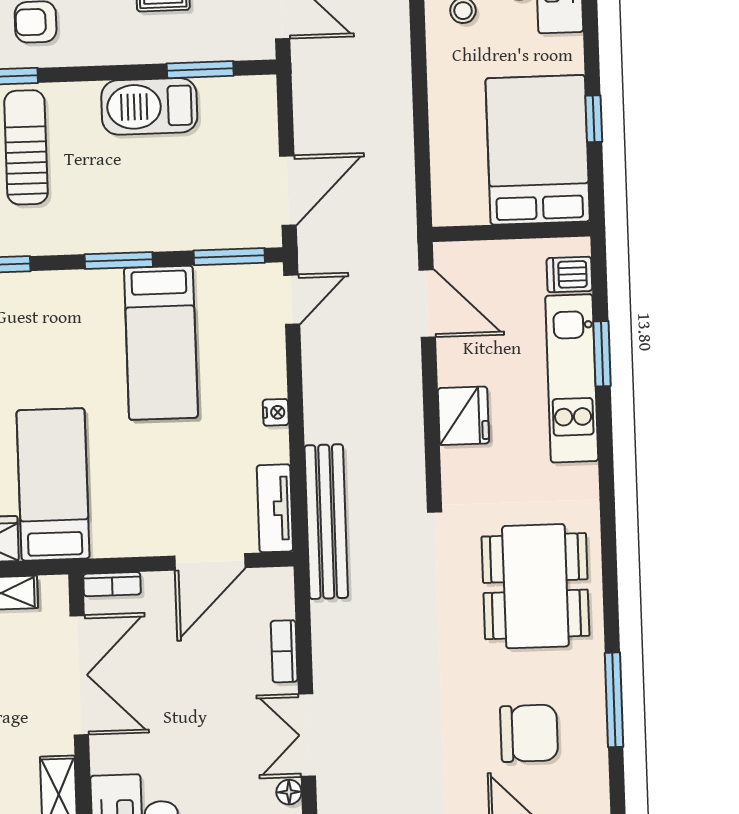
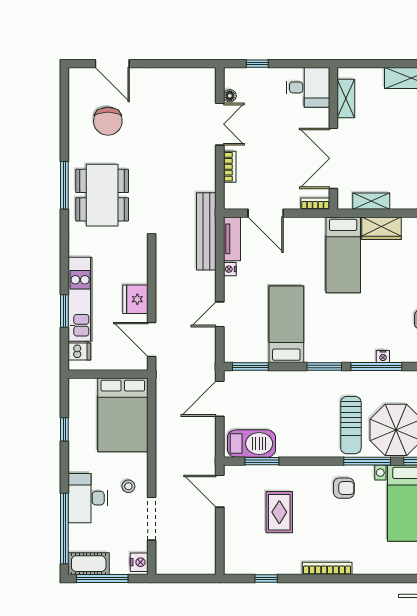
barbecue: (149, 106) -> (251, 444), moved
bed: (538, 150) -> (123, 415), moved
window: (119, 260) -> (324, 366), moved
door: (292, 300) -> (220, 314), moved
nightstand: (276, 412) -> (230, 269), moved
fridge: (463, 416) -> (135, 299), moved
door: (210, 562) -> (266, 213), swing flipped
window: (614, 700) -> (64, 185), moved
chair: (529, 733) -> (108, 121), turned -90

